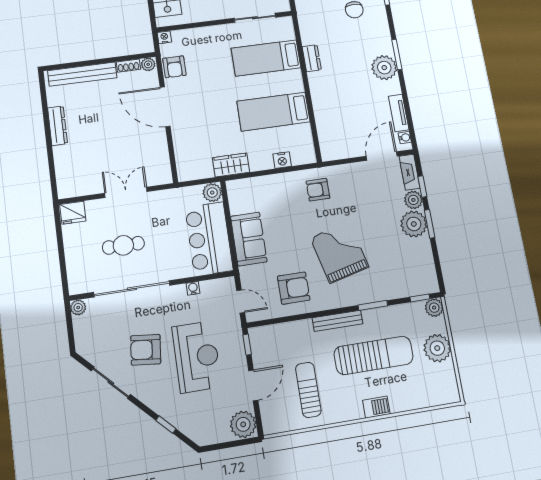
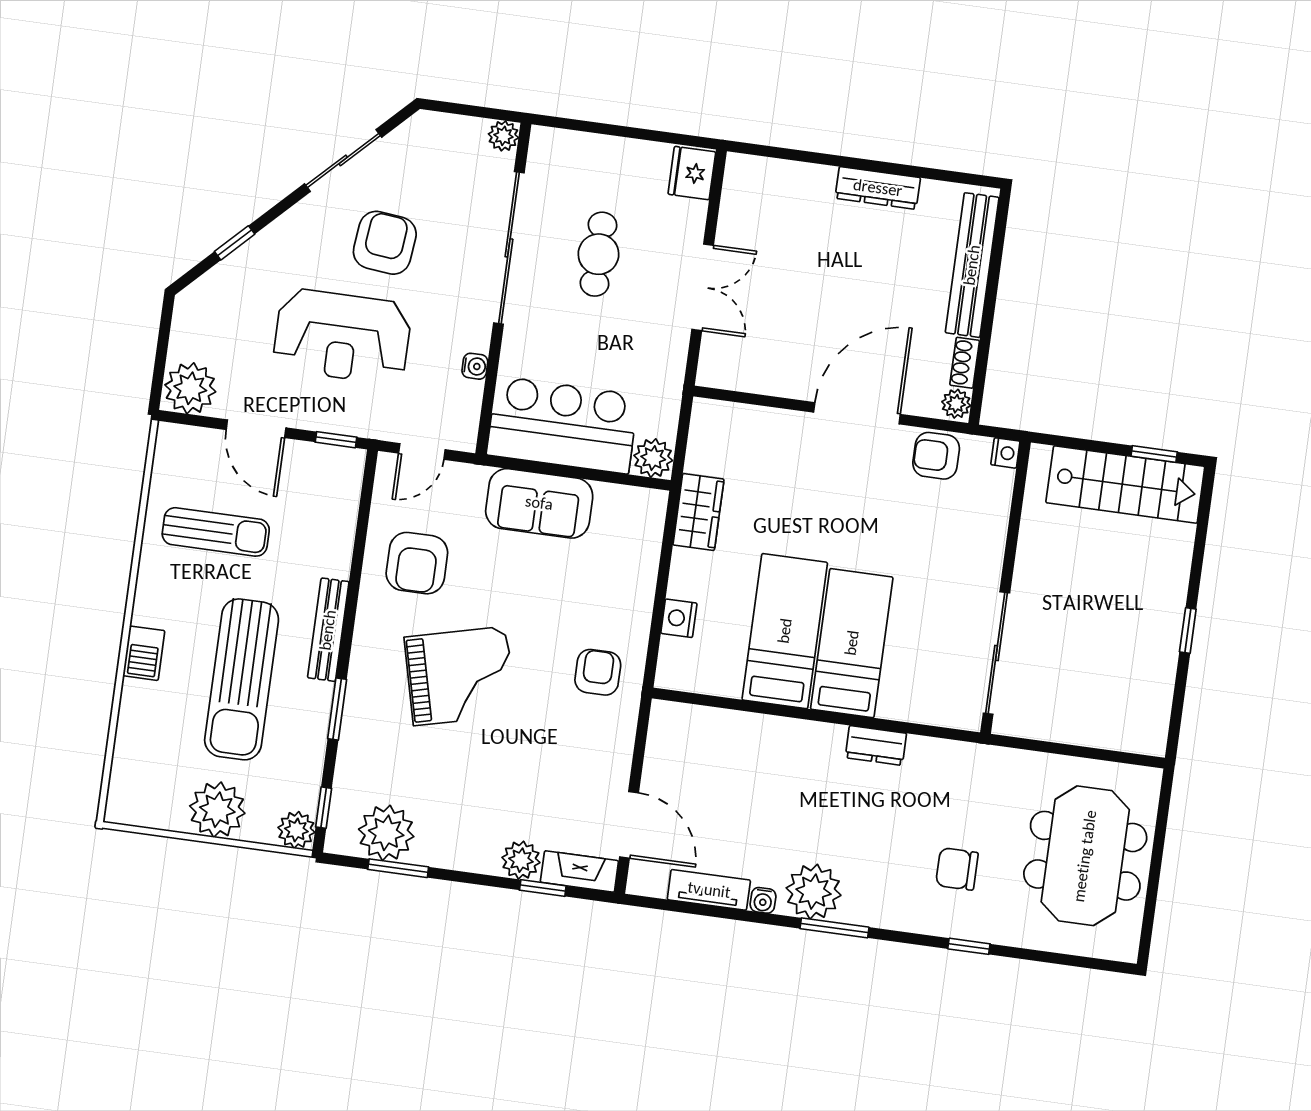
sliding door: (255, 18) -> (996, 653), width x1.37
bed: (266, 58) -> (852, 643), moved
water cooler: (405, 138) -> (763, 900), moved
plant: (414, 224) -> (386, 833), moved
window: (430, 224) -> (398, 868), moved

